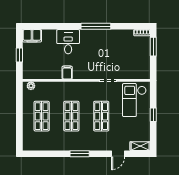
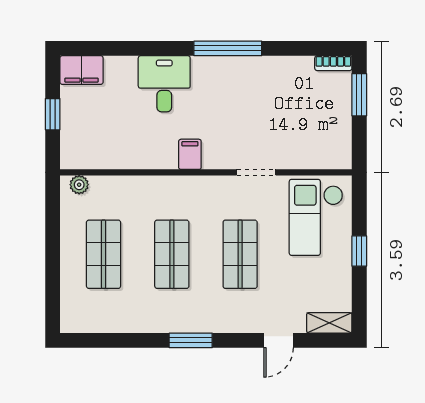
filing cabinet: (67, 73) -> (190, 154), moved

